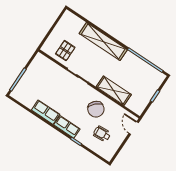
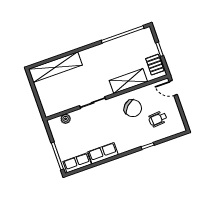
shelving: (103, 42) -> (55, 67), moved
pallet: (65, 51) -> (155, 65), moved
plant: (50, 65) -> (66, 119), added
row of seats: (67, 127) -> (77, 163), moved

